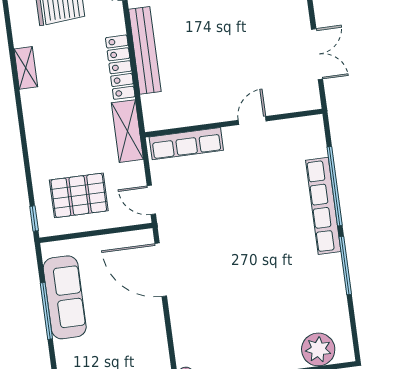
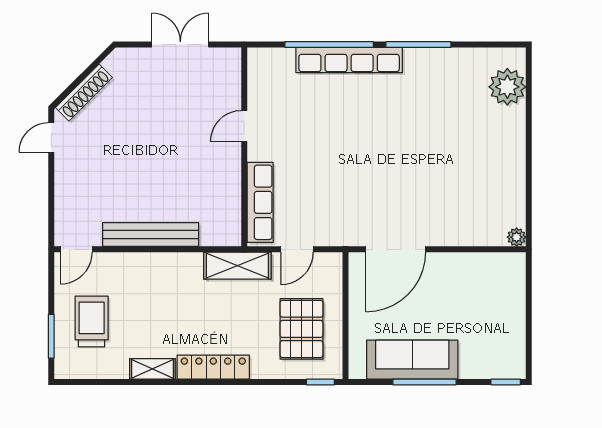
locker: (120, 67) -> (213, 367), moved, turned 180
door: (252, 121) -> (244, 126), hinge flipped
door: (151, 200) -> (297, 249), moved

